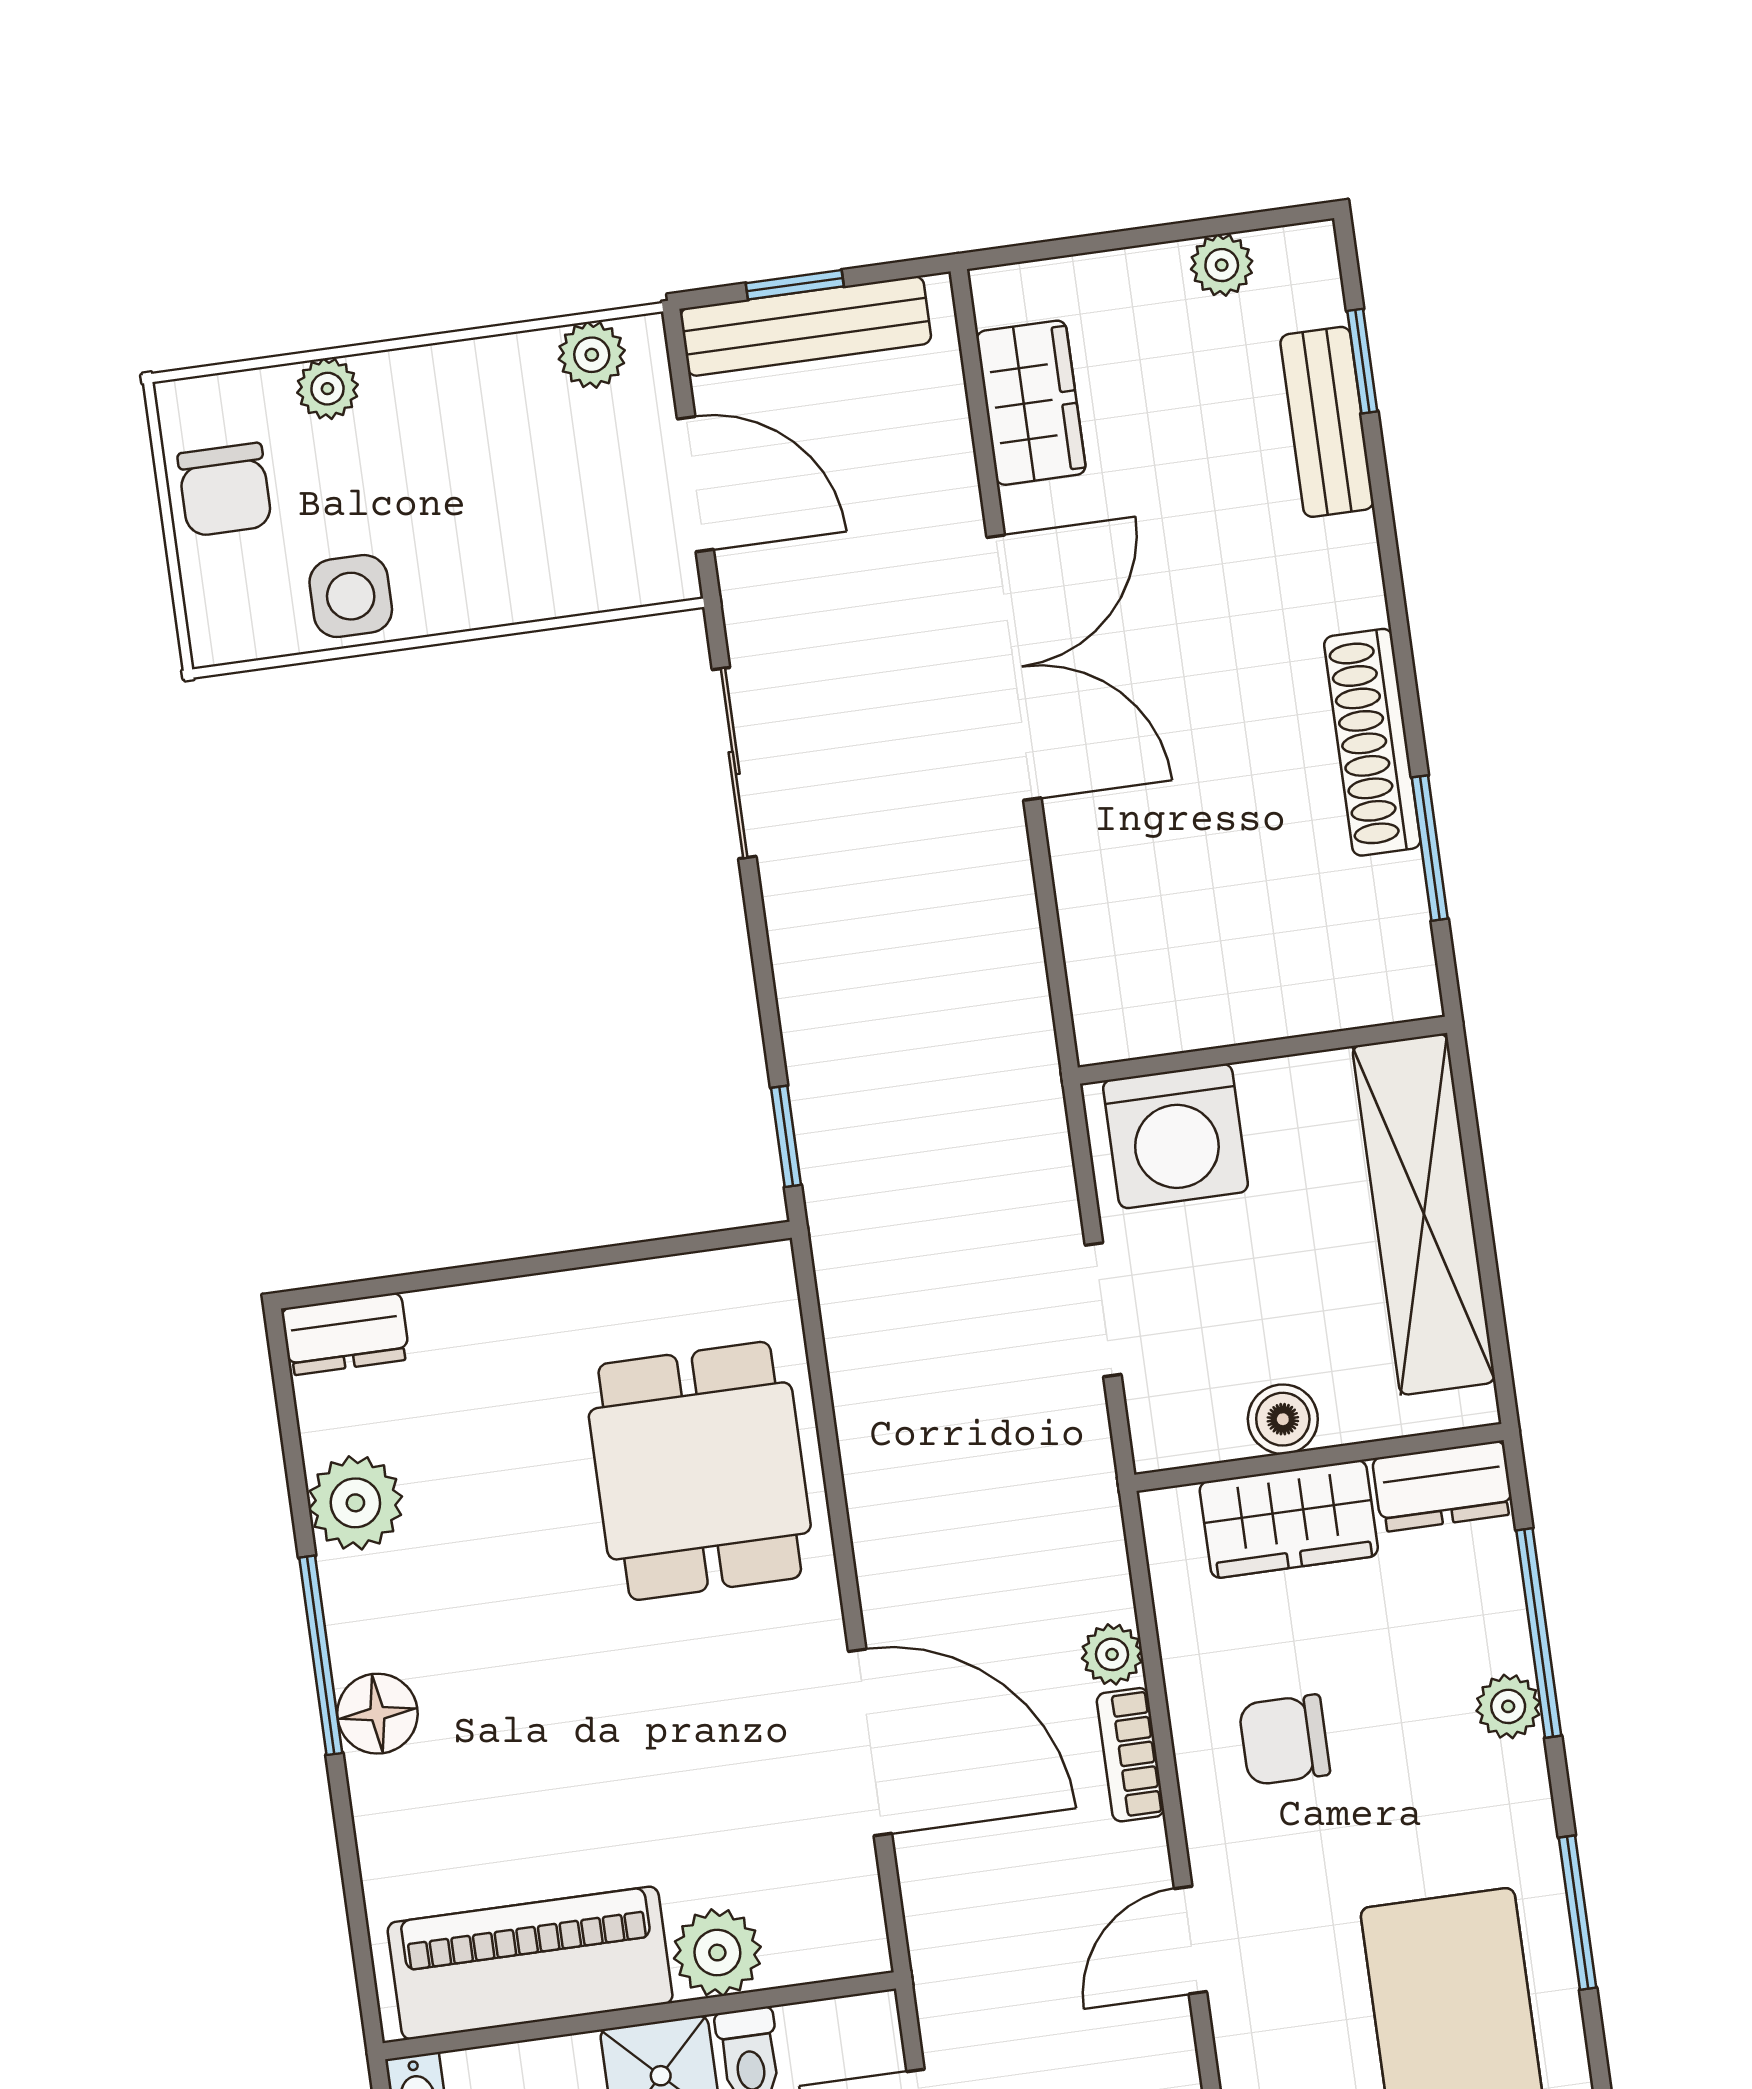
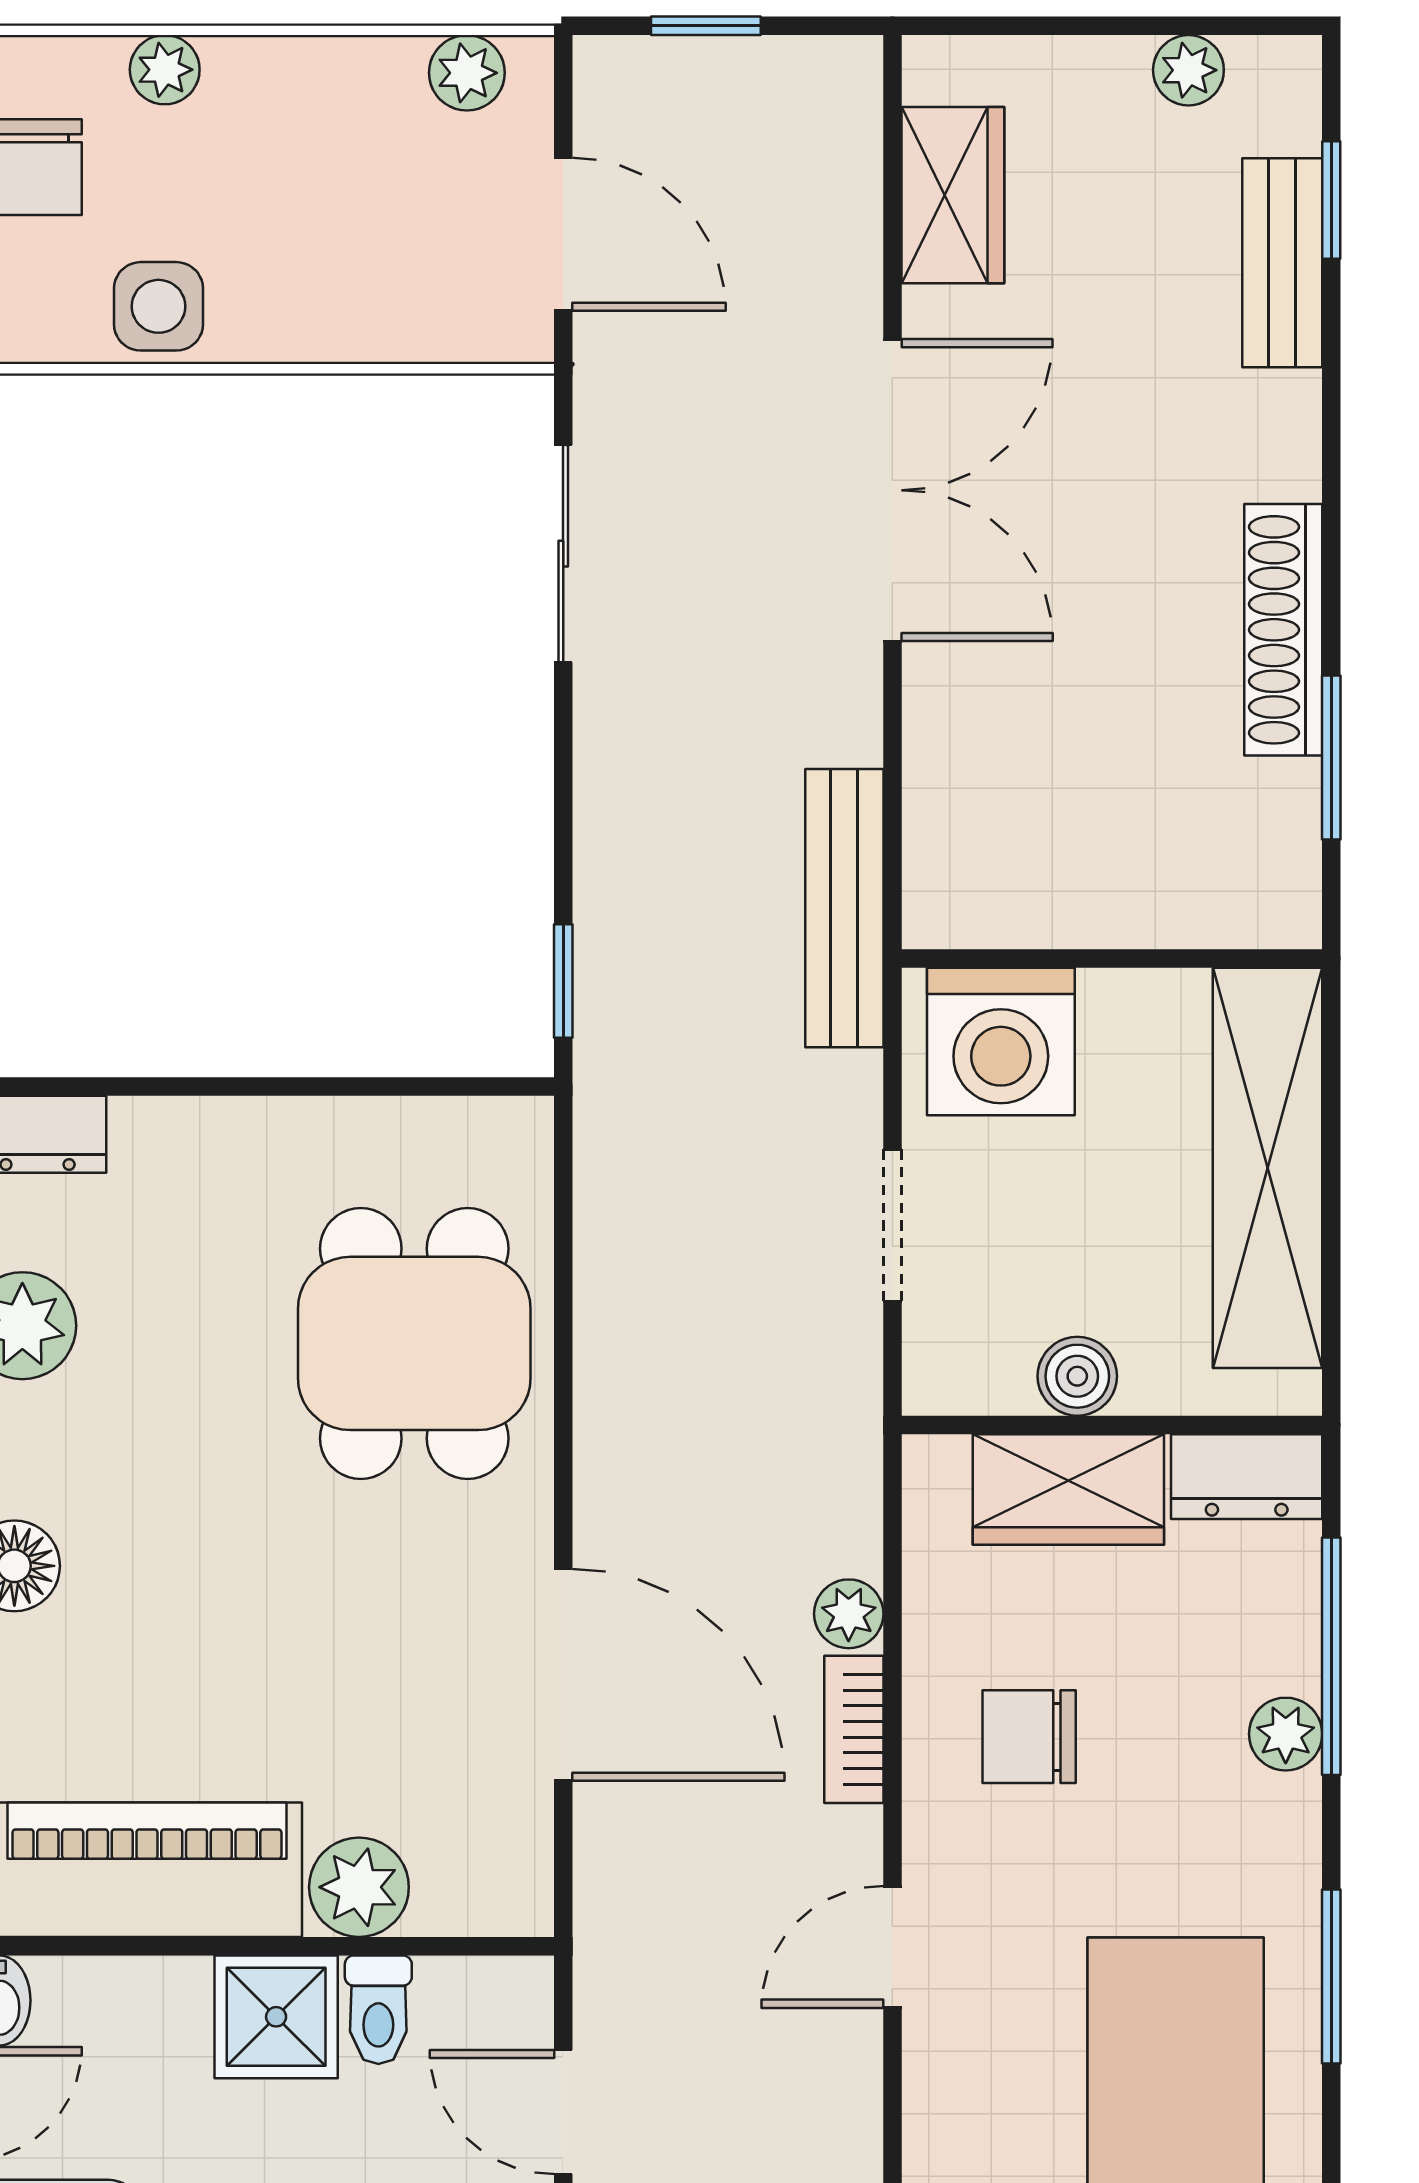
bench: (806, 326) -> (844, 908), moved, turned 90

